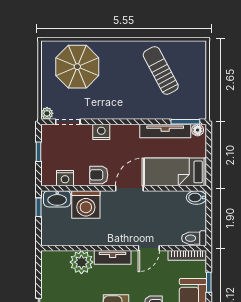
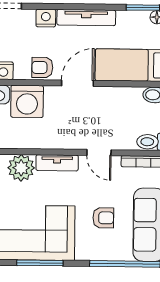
tv unit: (165, 131) -> (86, 18), moved
door: (149, 248) -> (99, 153), hinge flipped

